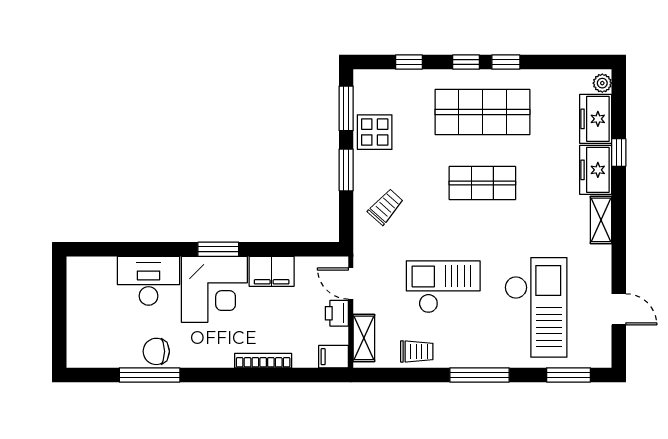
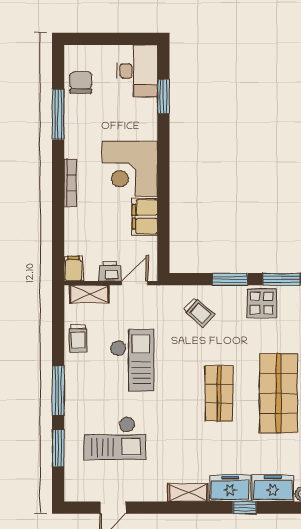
window: (218, 249) -> (163, 96), moved
desk: (149, 281) -> (137, 71), moved
checkout: (536, 307) -> (115, 438), width x0.73, depth x0.83
chair: (156, 351) -> (81, 82), moved
bookcase: (263, 361) -> (70, 183), moved
window: (568, 375) -> (58, 448), moved

